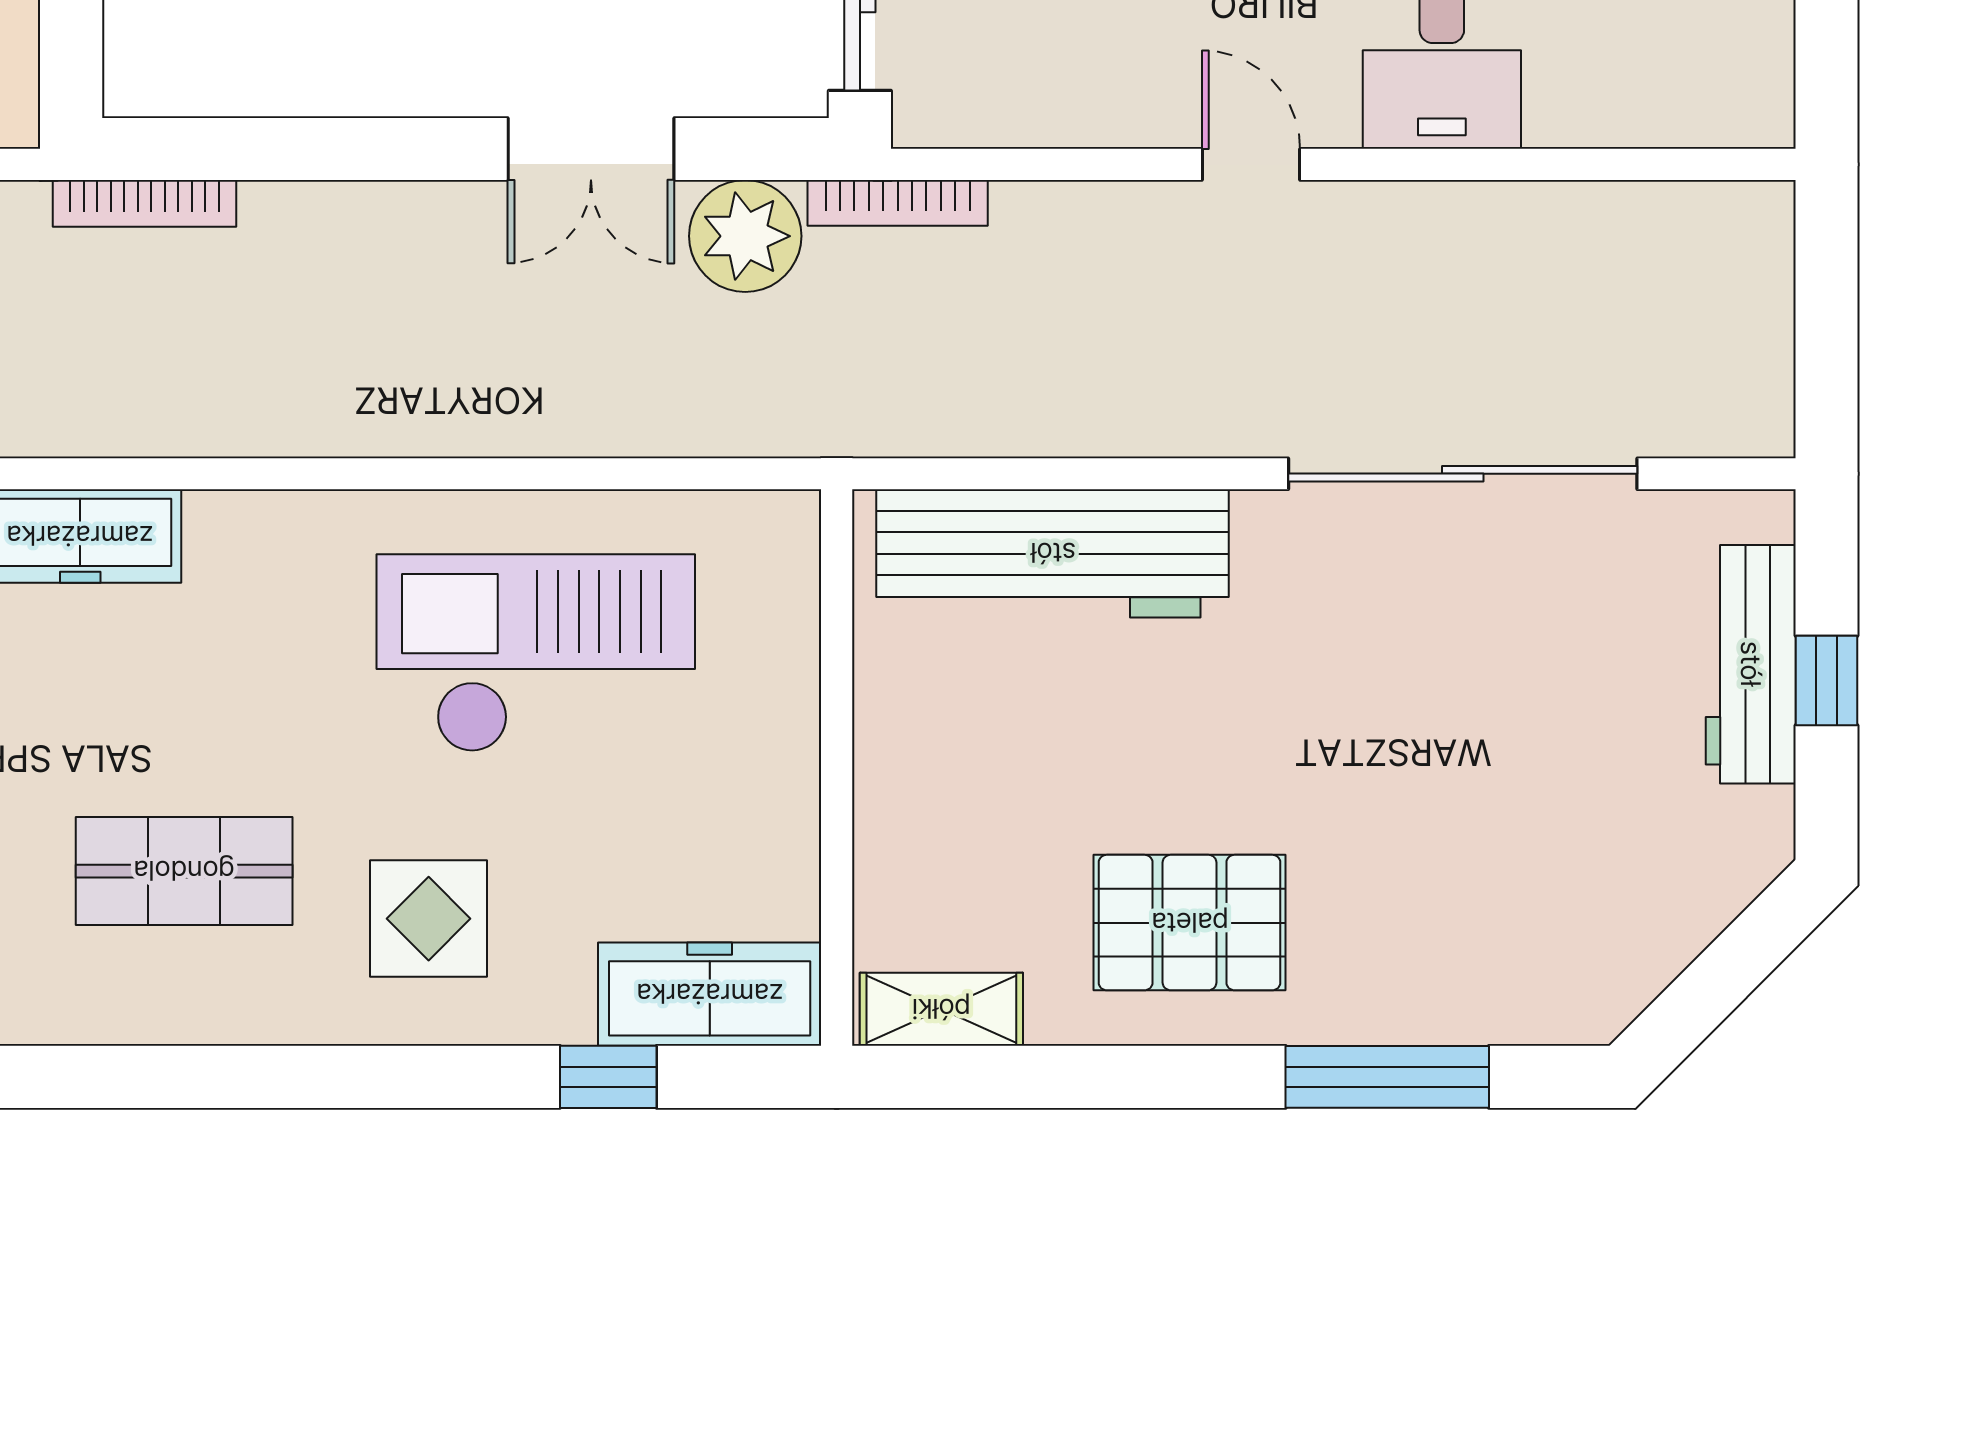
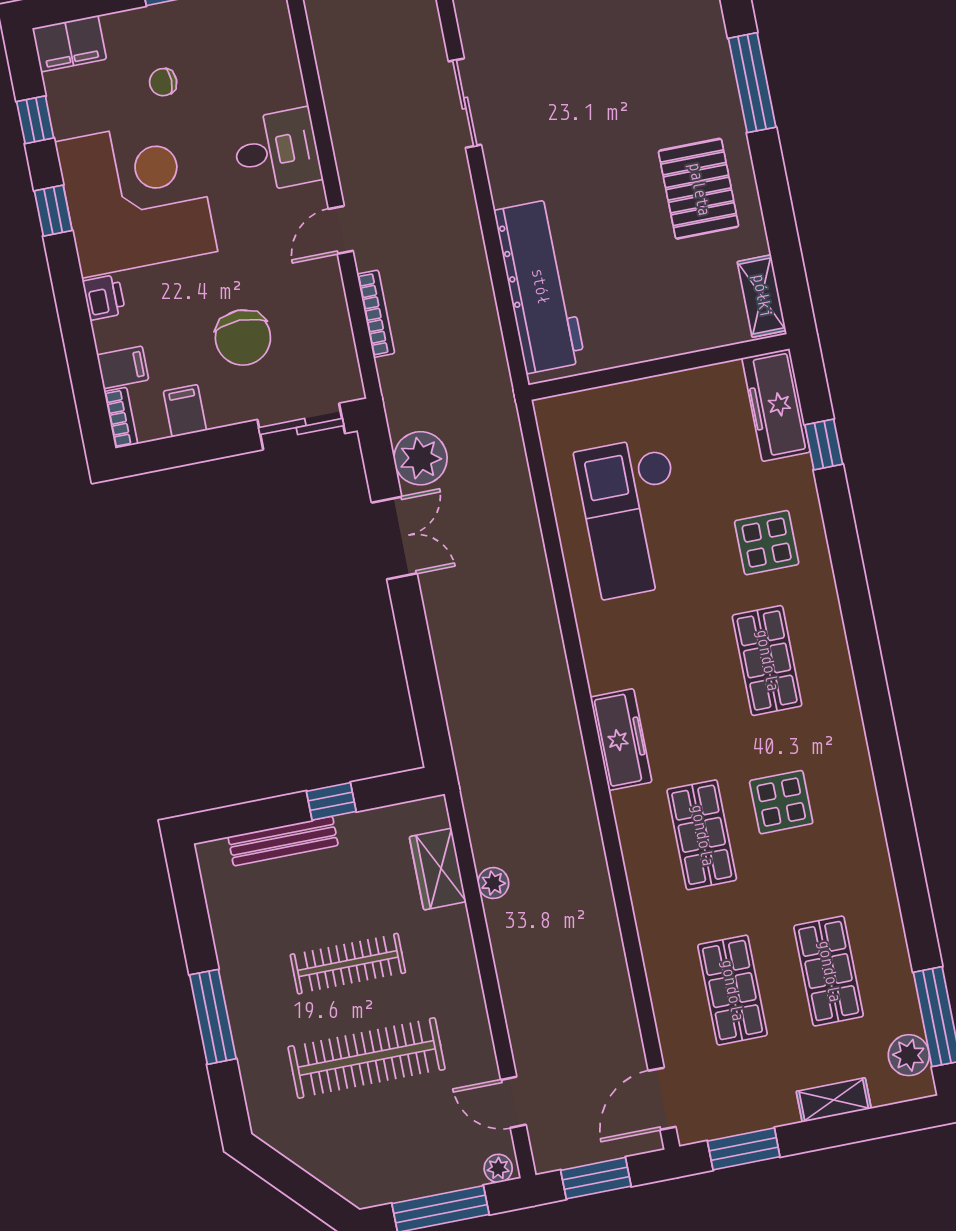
bookcase: (145, 203) -> (461, 740), removed
bookcase: (898, 203) -> (376, 314), moved
sliding door: (1463, 474) -> (465, 103), width x0.54

